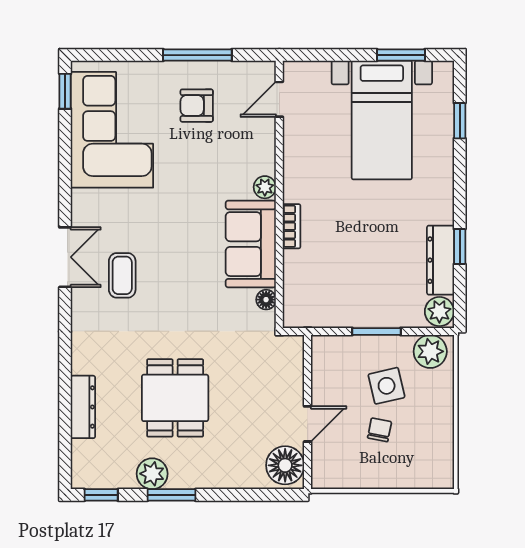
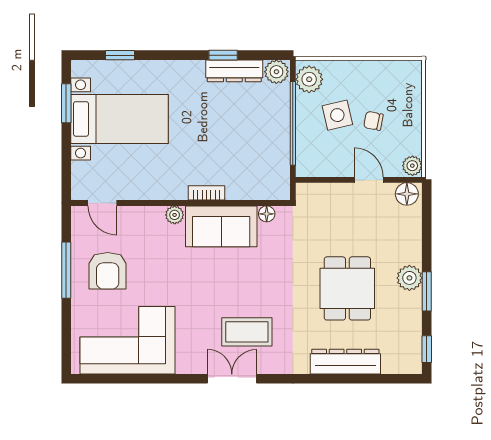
window: (65, 91) -> (96, 379), removed
armchair: (197, 106) -> (108, 271), width x1.38, depth x1.38
coffee table: (122, 275) -> (247, 332), width x1.36, depth x1.30
window: (376, 331) -> (293, 123), width x2.11
dining table: (175, 398) -> (347, 288), turned 90
dresser: (83, 407) -> (345, 362), width x1.37, depth x1.24
floor lamp: (285, 465) -> (407, 194), width x0.73, depth x0.73
plant: (152, 474) -> (409, 278), moved
plant: (325, 477) -> (412, 166), added

